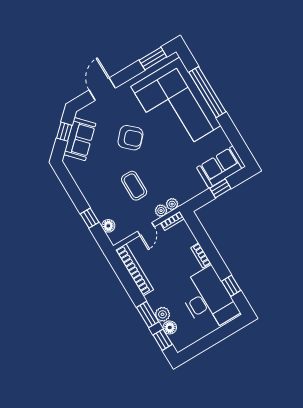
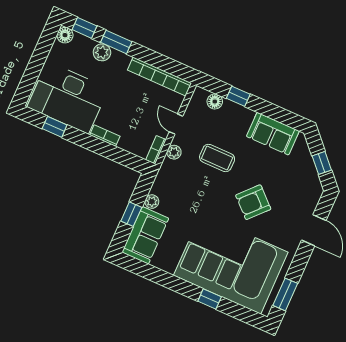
window: (207, 92) -> (210, 299), width x0.32
sofa: (80, 139) -> (273, 134), moved, turned -47
plant: (172, 204) -> (152, 202), moved
floor lamp: (170, 327) -> (65, 35), moved

